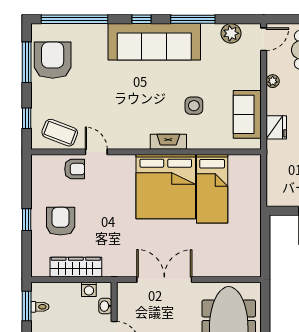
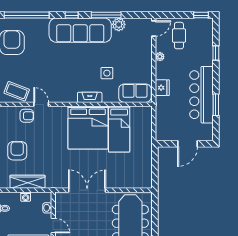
plant: (231, 33) -> (119, 24), moved
sofa: (247, 114) -> (135, 93), moved, turned 90
washing machine: (89, 289) -> (26, 197), moved

